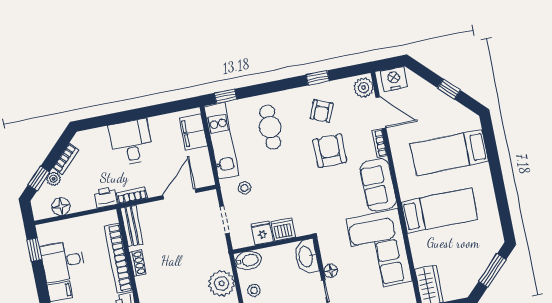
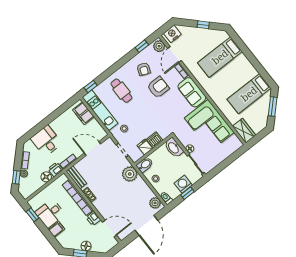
window: (318, 78) -> (142, 46), moved
door: (381, 113) -> (174, 54), swing flipped
desk: (131, 142) -> (46, 141), moved
armchair: (330, 151) -> (158, 87), turned 90
door: (180, 194) -> (92, 149), hinge flipped
floor lamp: (61, 206) -> (46, 177), moved
bed: (440, 211) -> (249, 94), moved, turned 180
plant: (222, 283) -> (130, 174), moved

